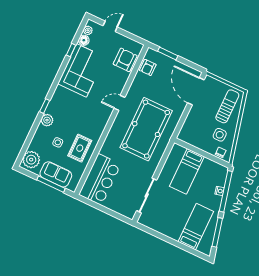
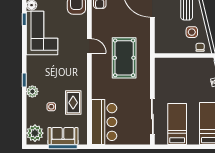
door: (119, 103) -> (89, 46), swing flipped
pool table: (146, 129) -> (124, 58), width x0.73, depth x0.76
bed: (187, 171) -> (177, 124), moved, turned 180

